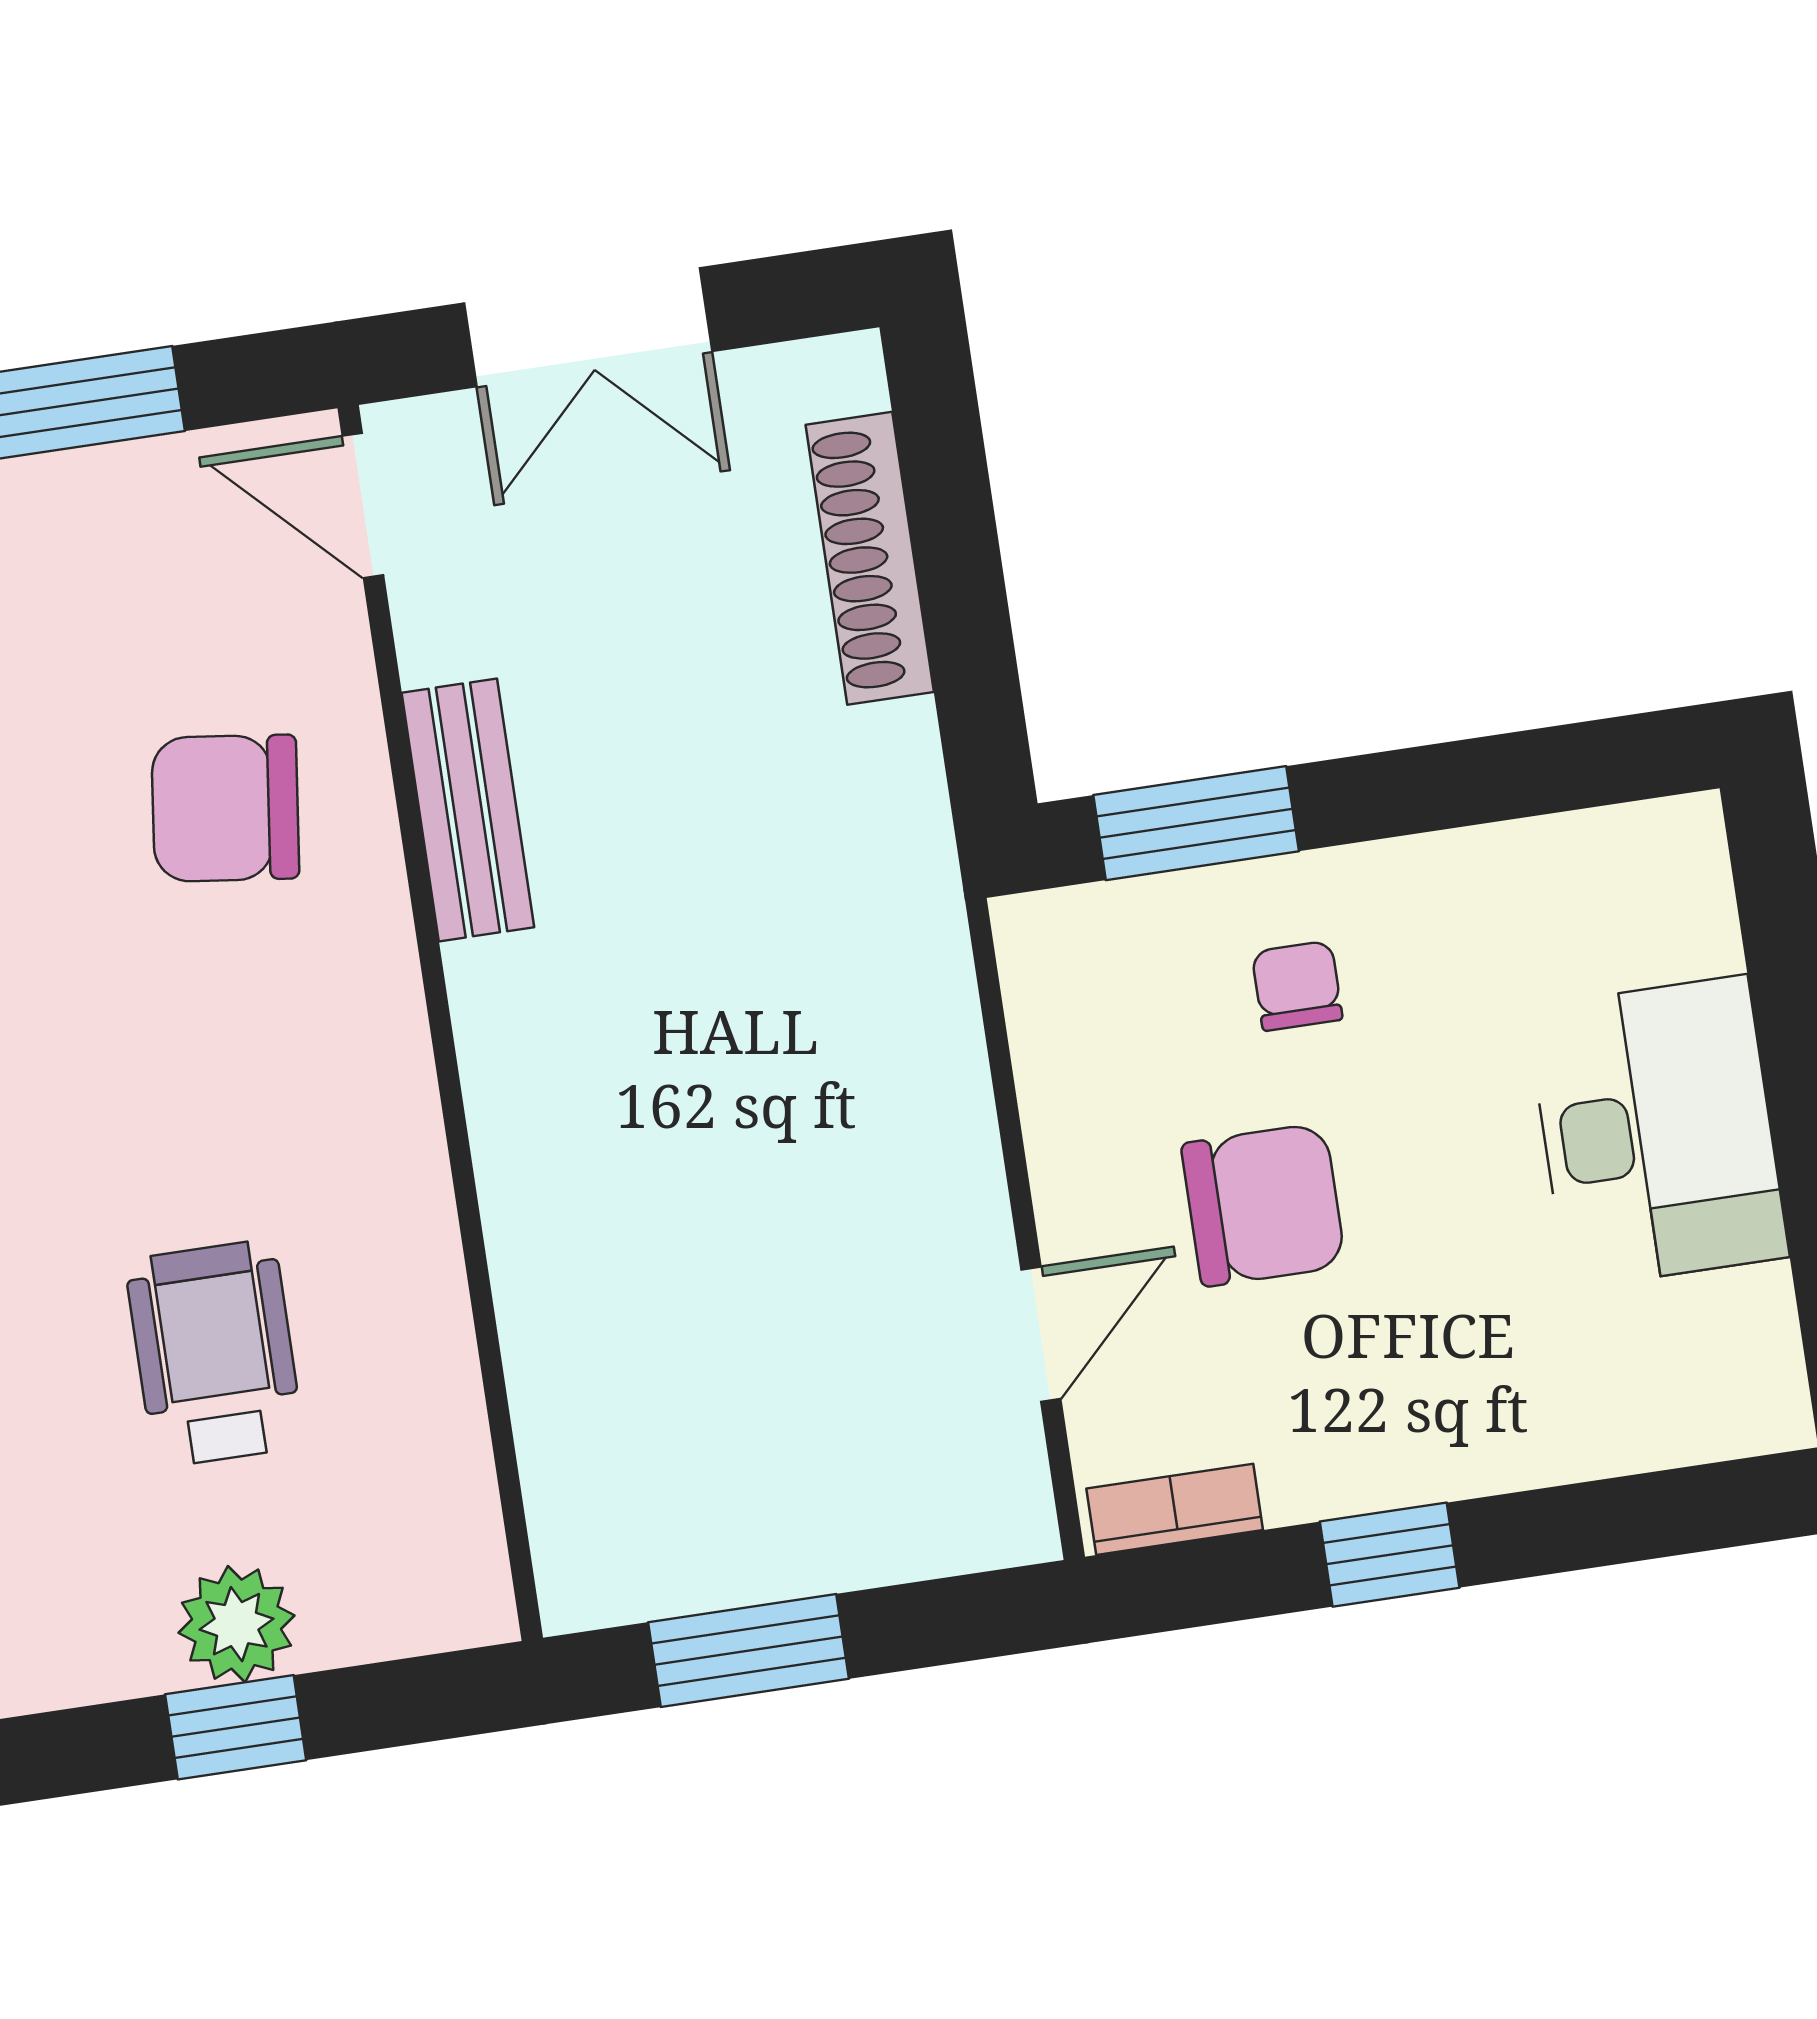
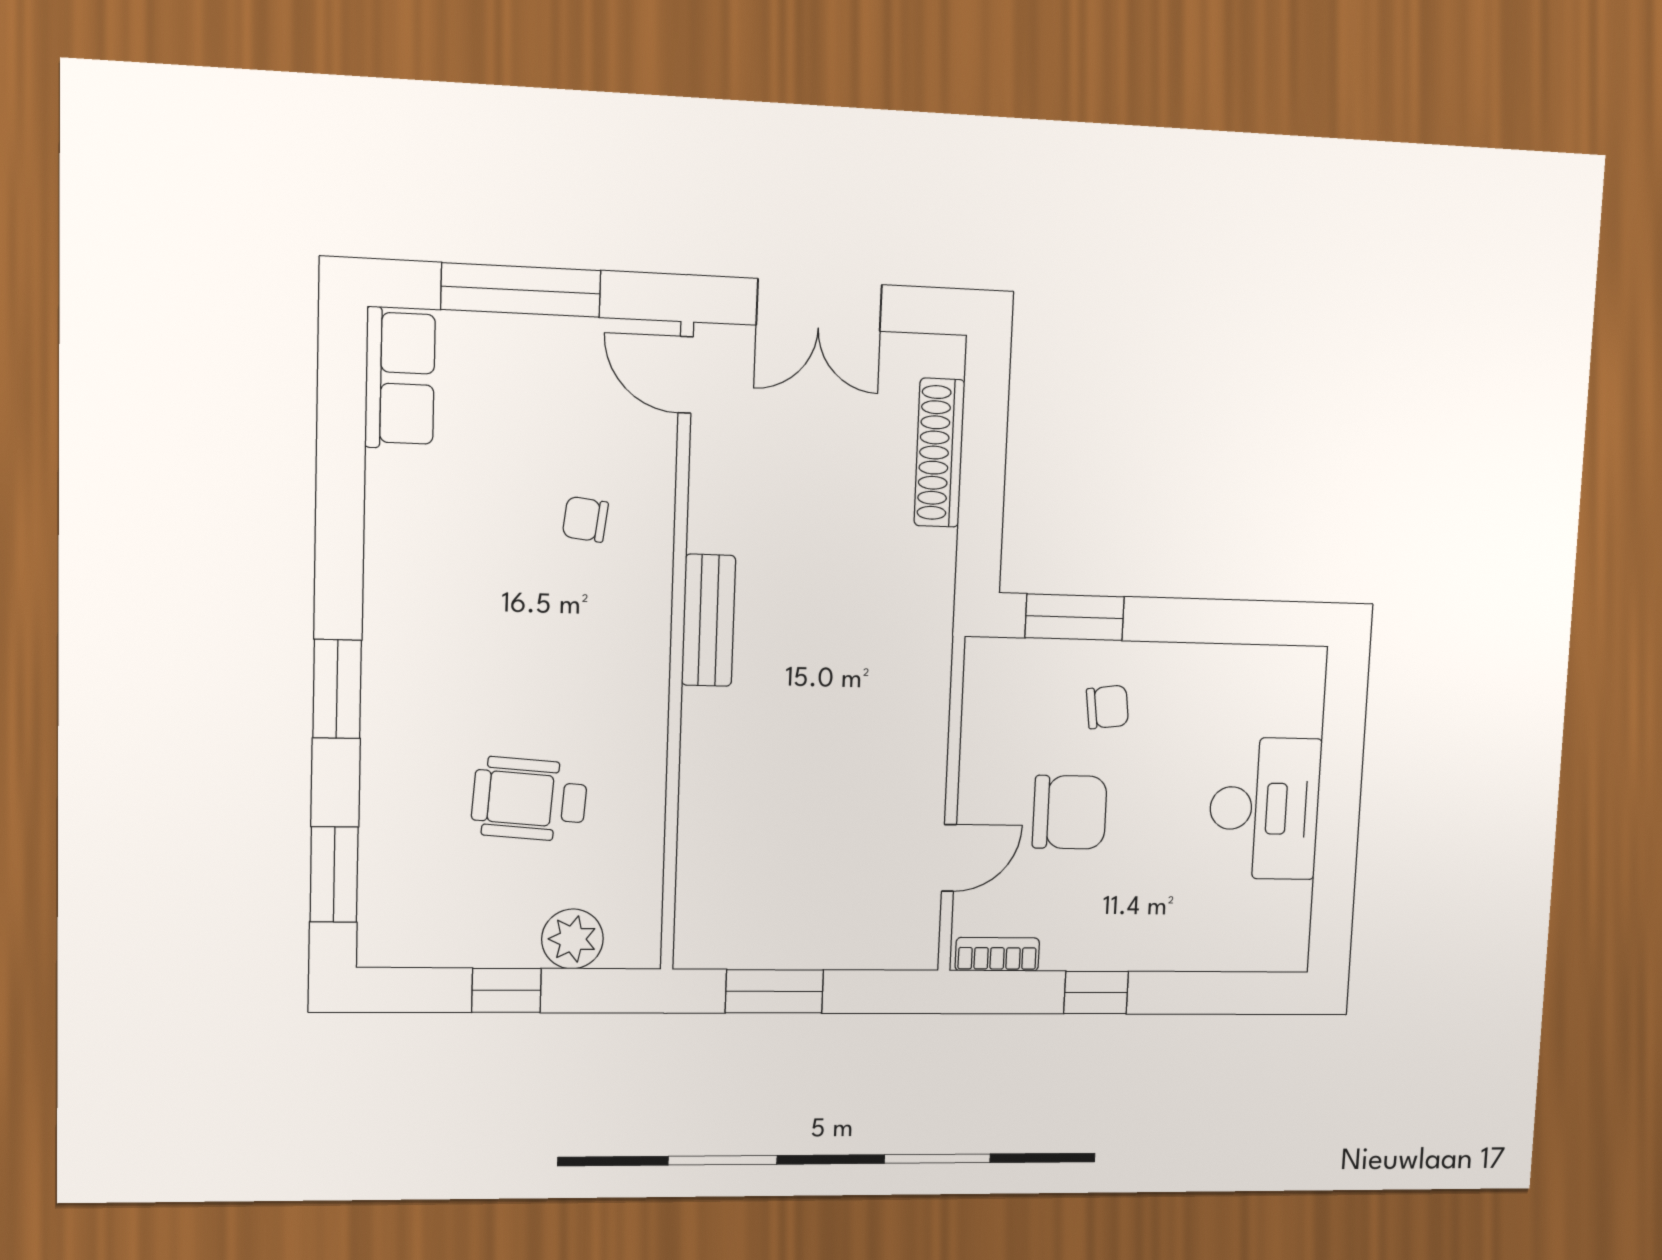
chair: (225, 808) -> (585, 519), width x0.54, depth x0.54
bench: (468, 810) -> (709, 620), moved
chair: (1297, 986) -> (1107, 707), turned 83
wheelchair: (215, 1353) -> (529, 799), turned -86
plant: (237, 1624) -> (573, 939), moved

